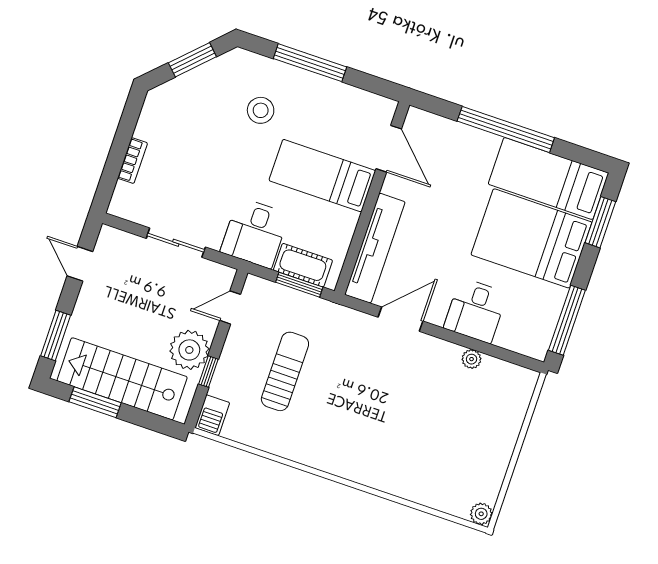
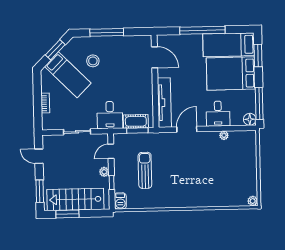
bed: (322, 176) -> (68, 75), moved, turned -135
floor lamp: (536, 346) -> (250, 119), added
plant: (189, 350) -> (104, 172), width x0.53, depth x0.53

